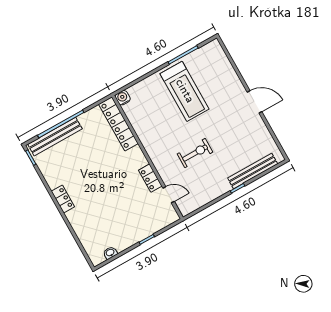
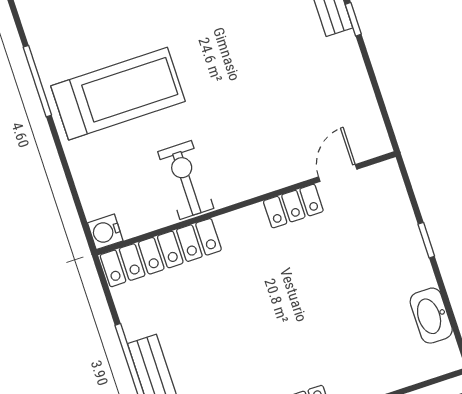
exercise bike: (195, 153) -> (186, 180), moved
washbasin: (110, 253) -> (431, 316), width x1.91, depth x1.45

